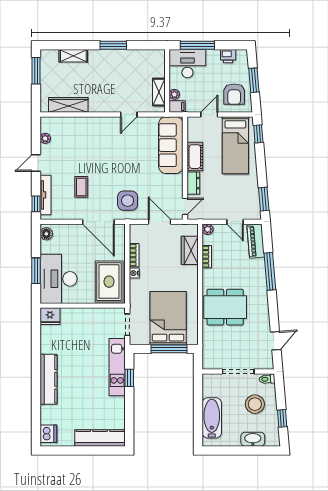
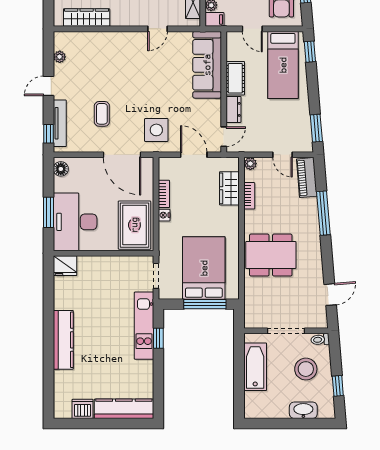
door: (209, 115) -> (252, 29), swing flipped
bathtub: (212, 418) -> (255, 367), moved
dishwasher: (48, 434) -> (83, 409), moved, turned -90

